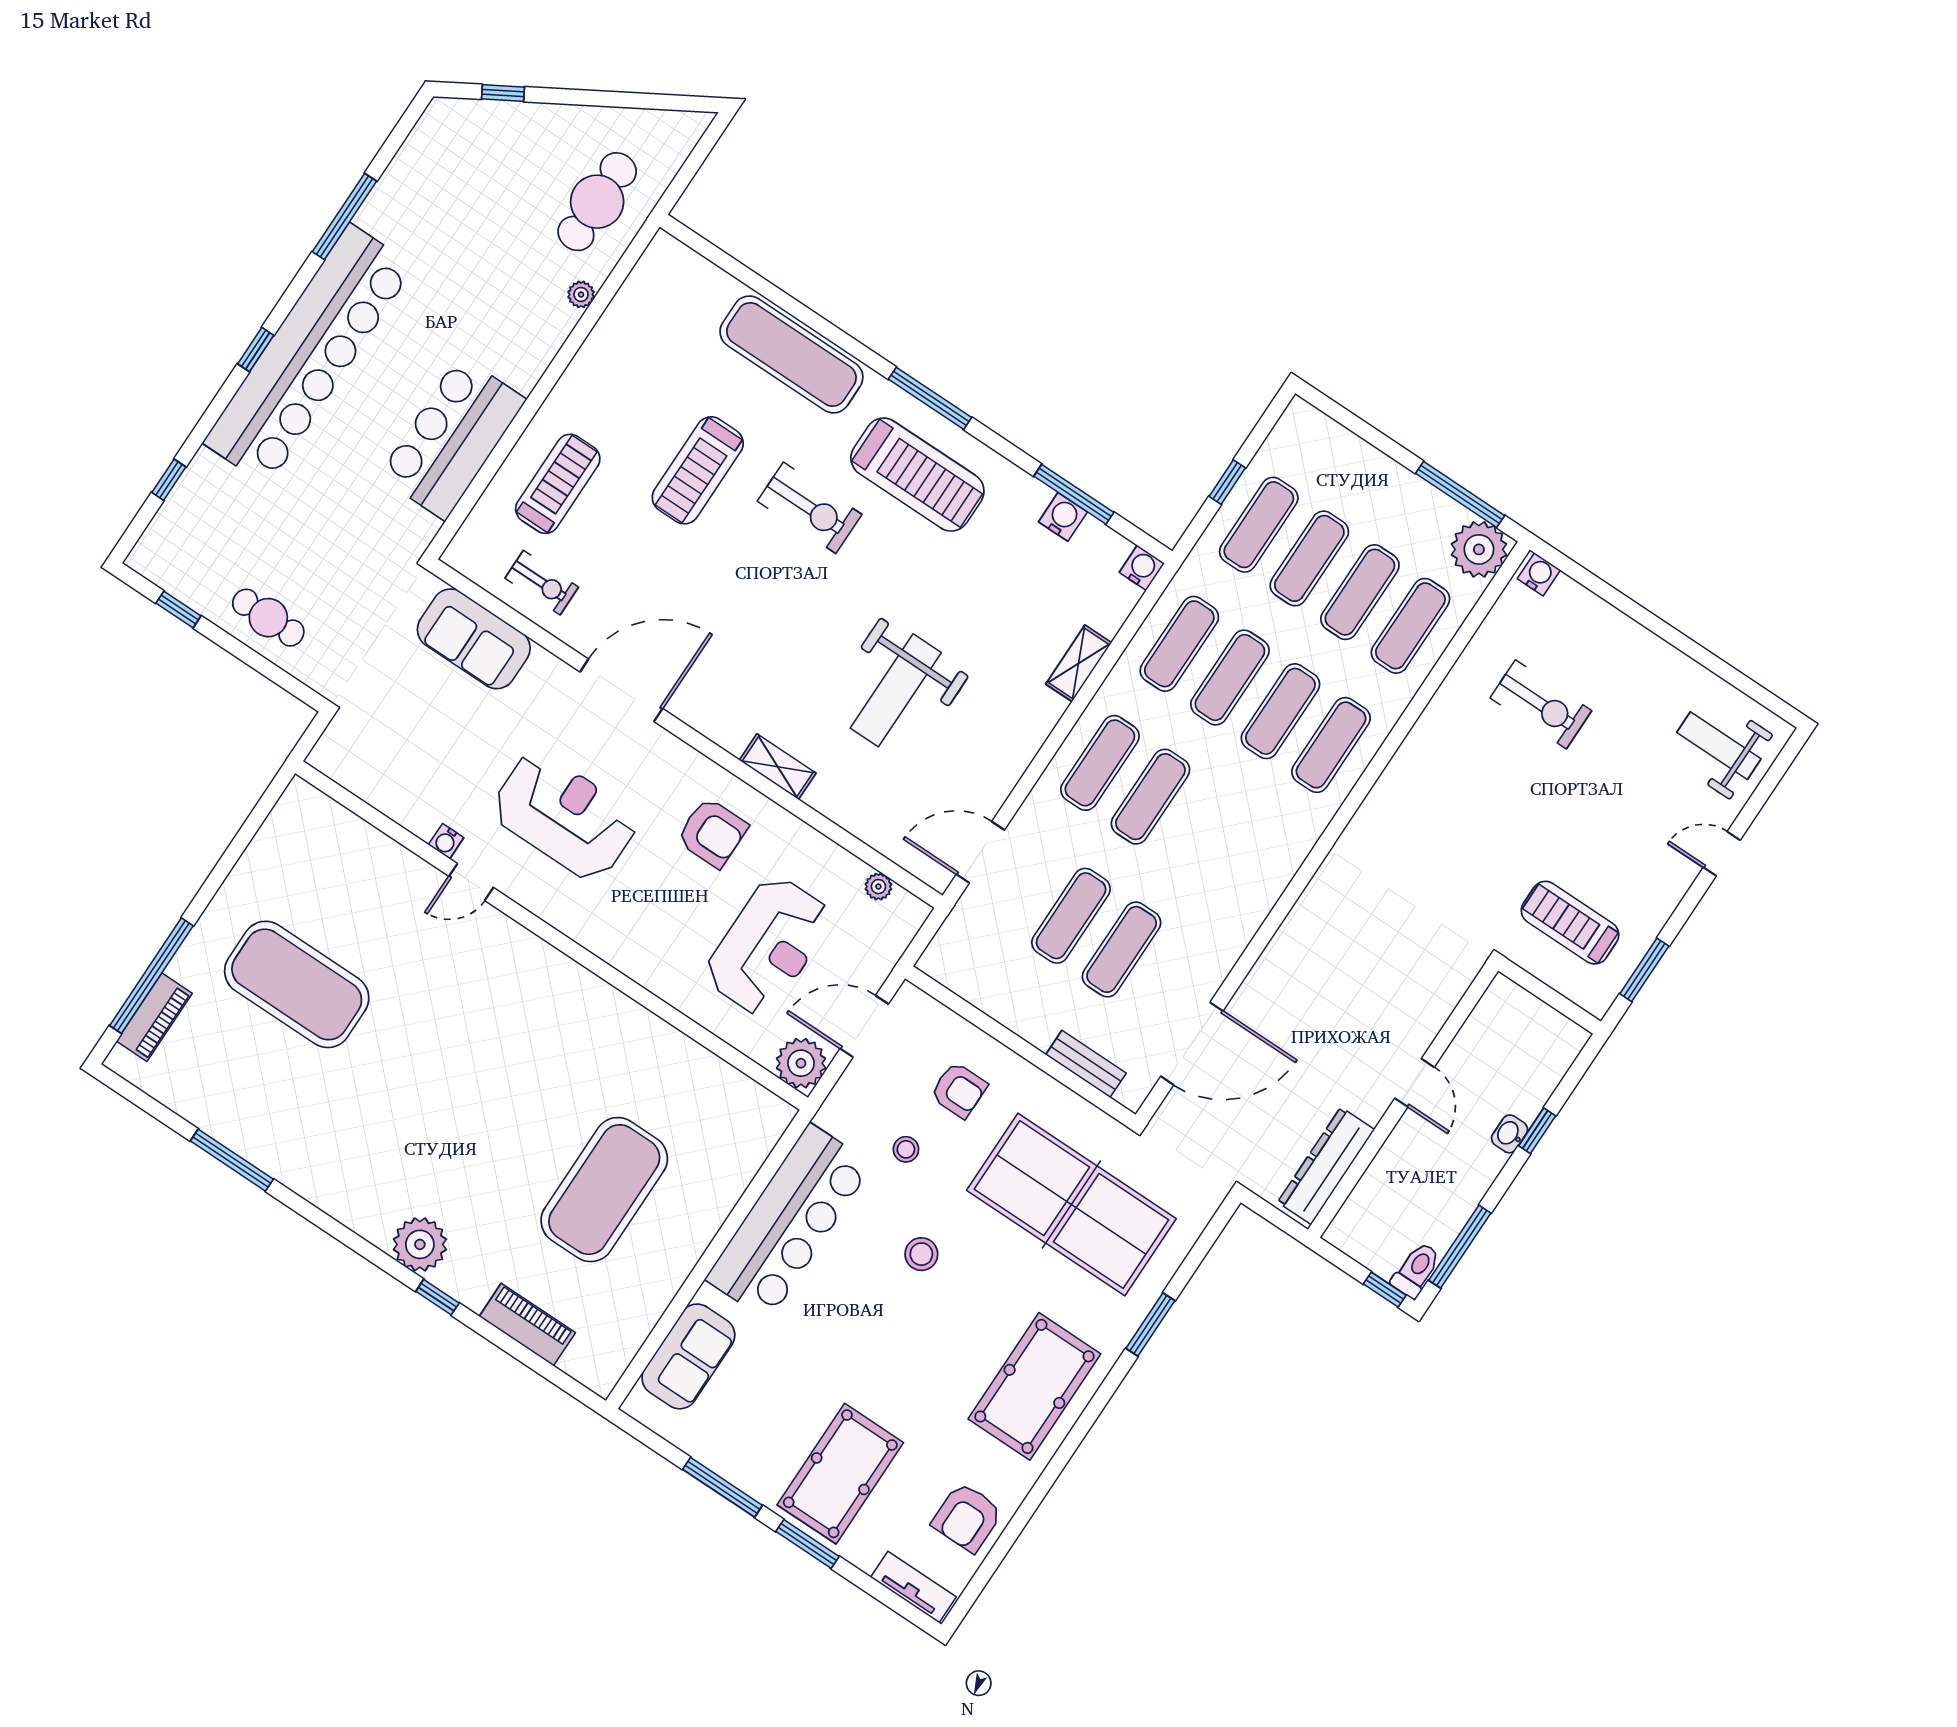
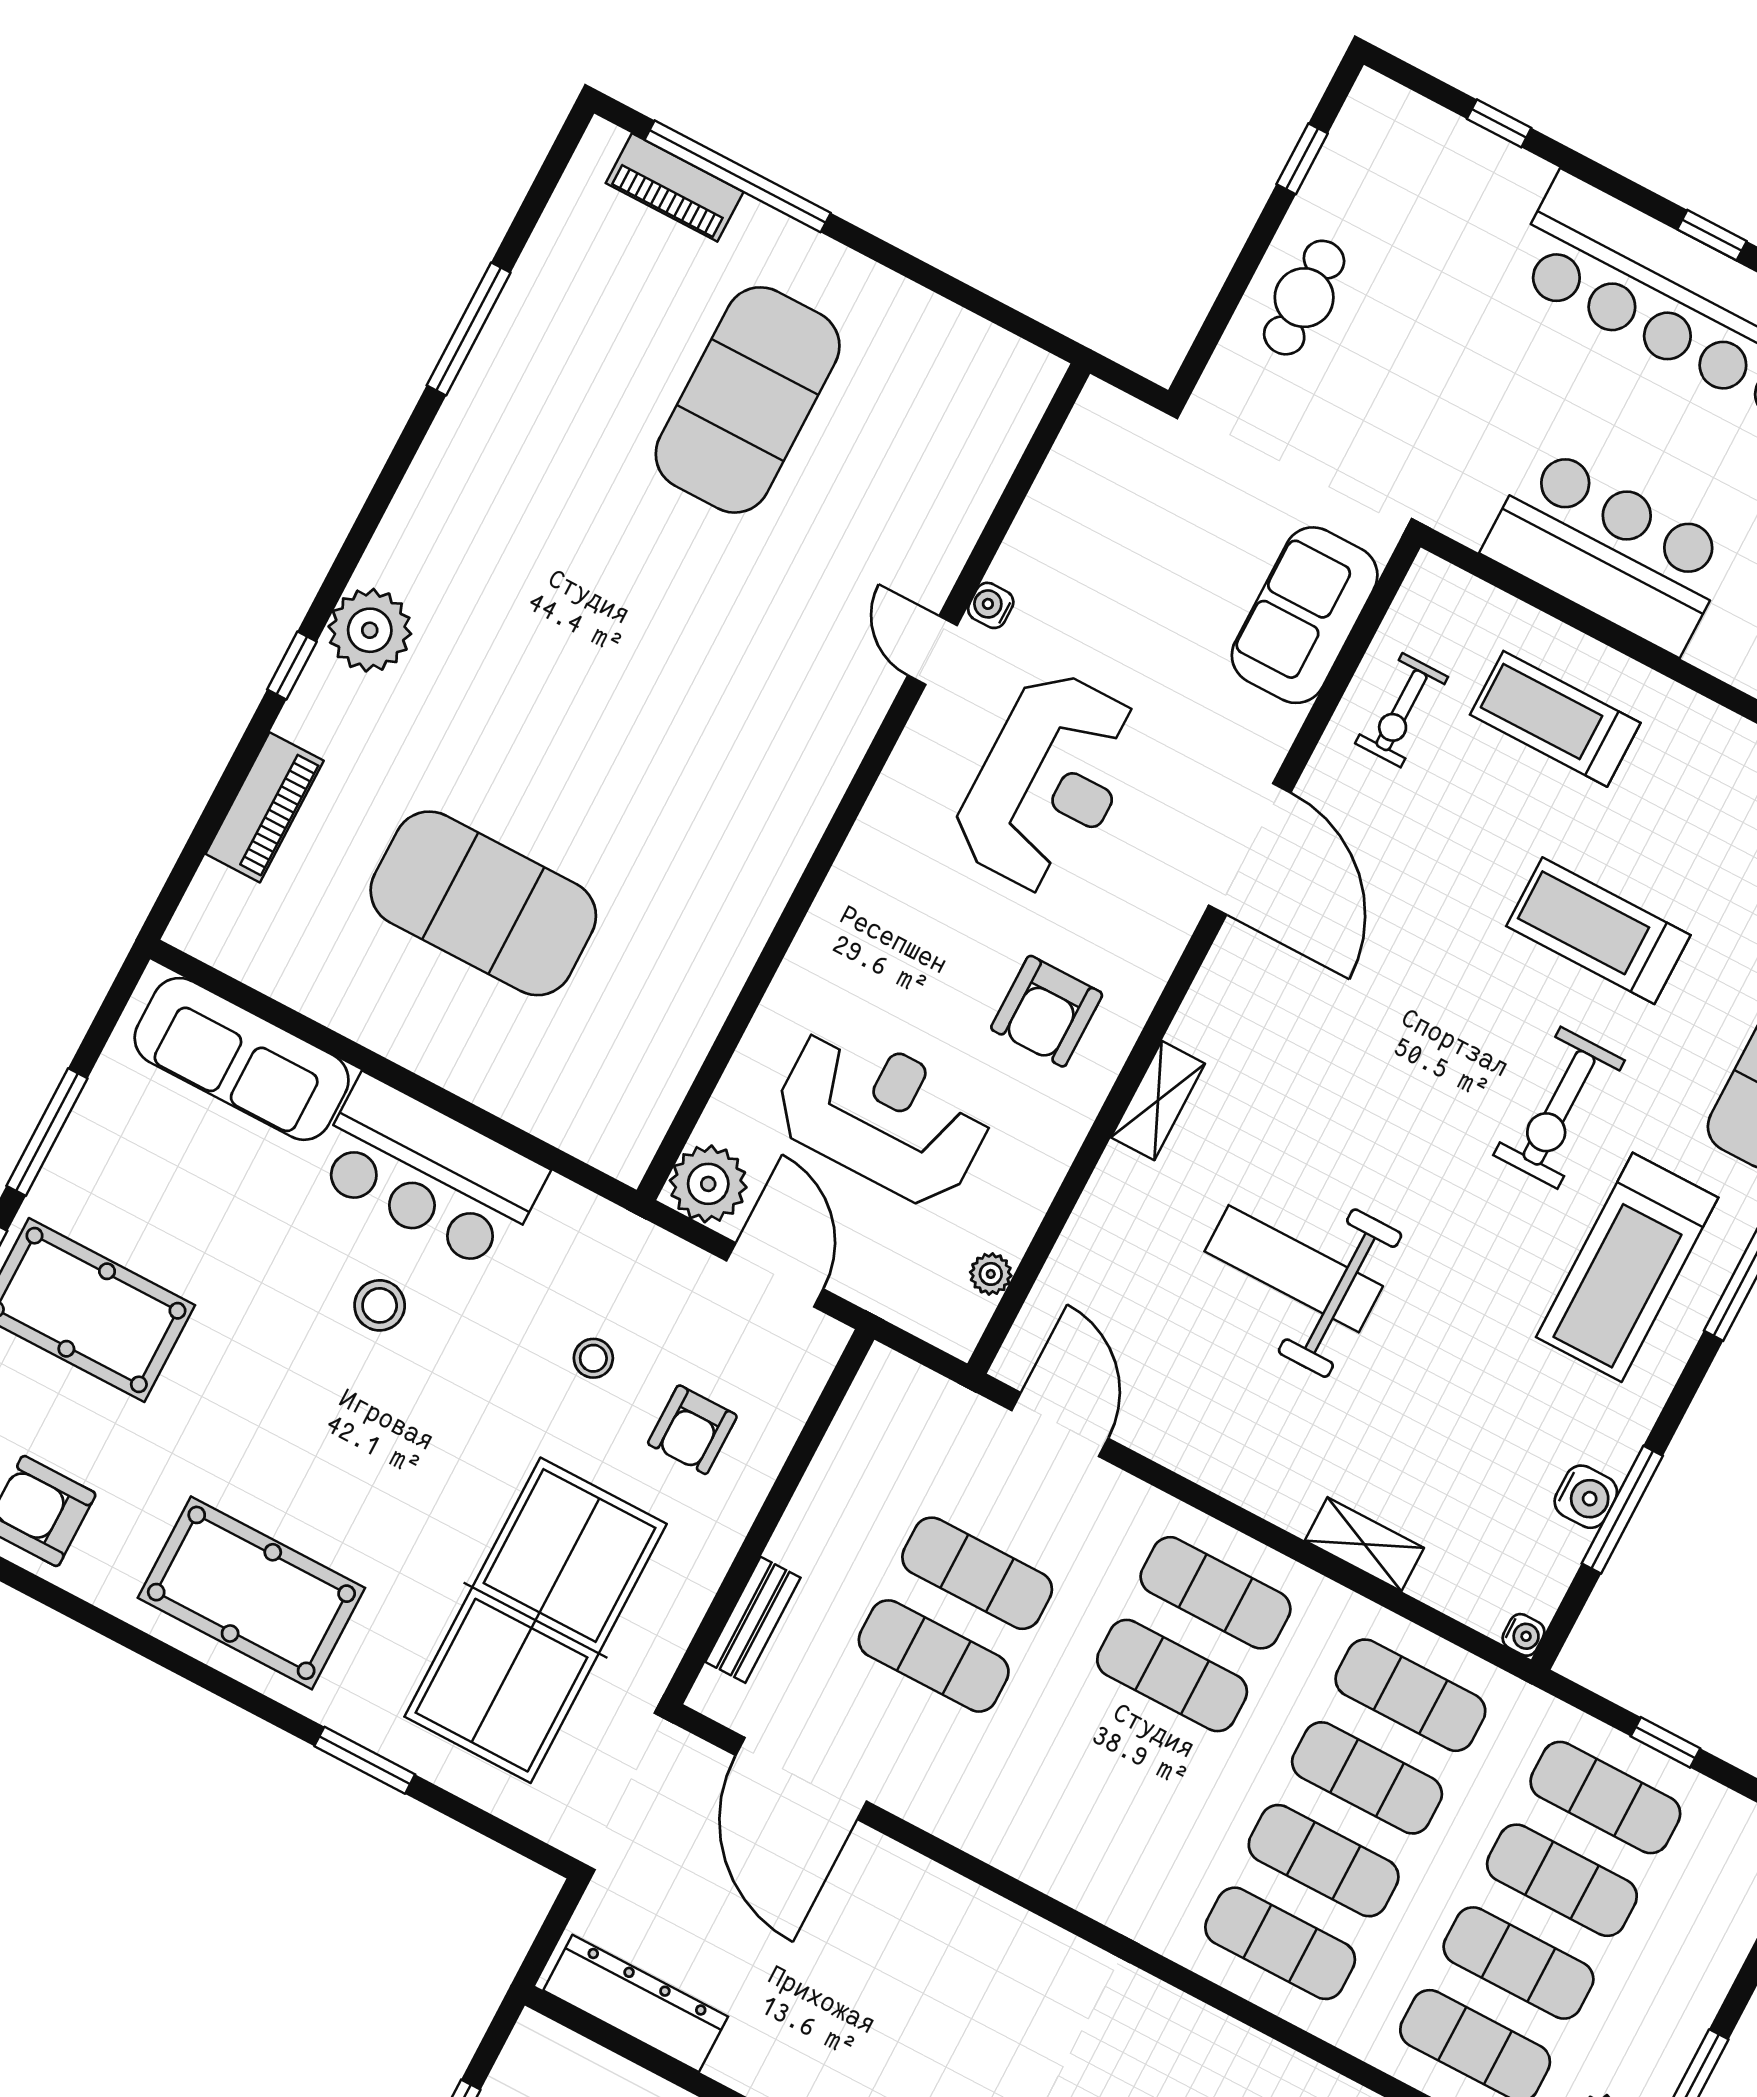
treadmill: (558, 484) -> (1555, 719), turned 180
water cooler: (1142, 568) -> (1523, 1635), width x0.72, depth x0.72
reception desk: (768, 946) -> (882, 1115), turned 180
bar counter: (789, 1222) -> (429, 1173), width x0.73
stool: (921, 1254) -> (380, 1305), moved
sofa: (688, 1356) -> (242, 1059), width x1.36

